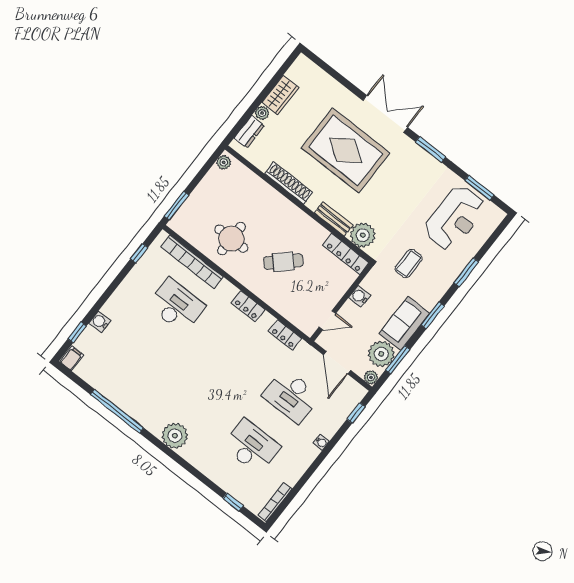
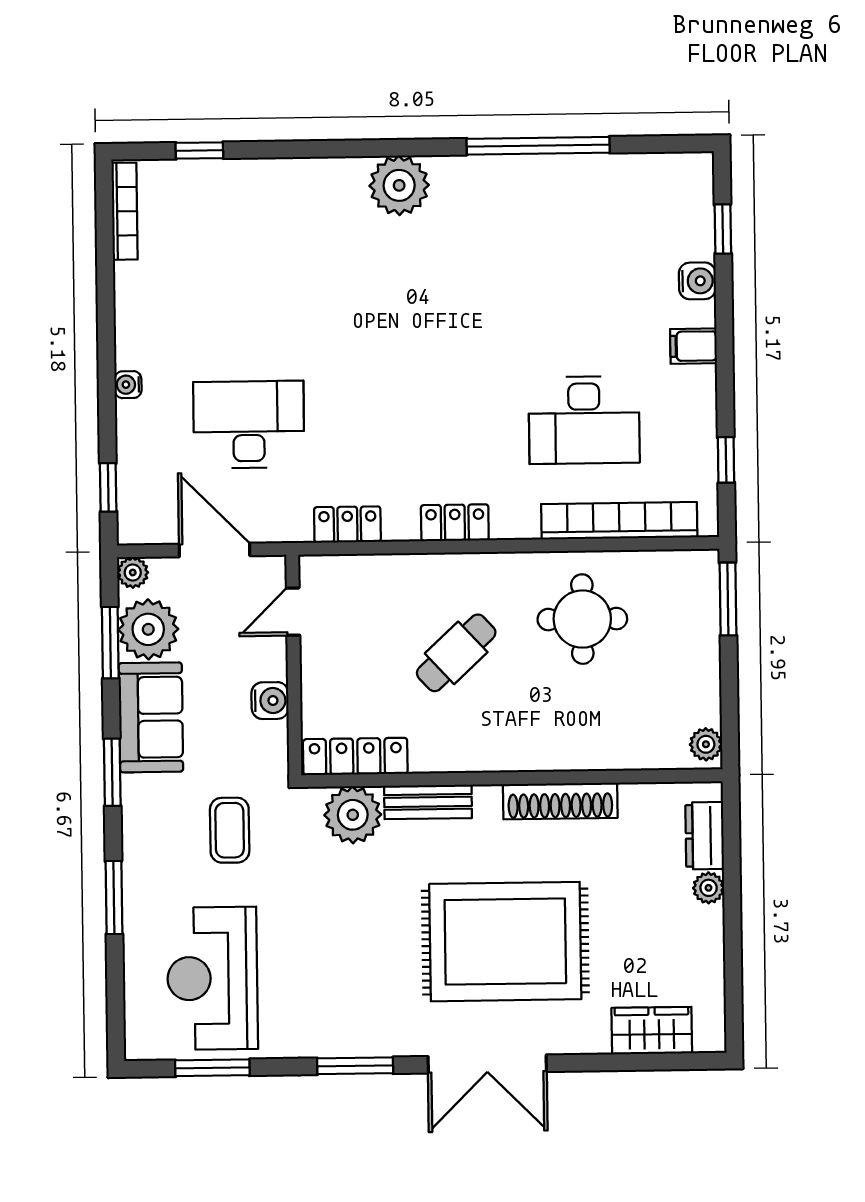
wardrobe: (280, 95) -> (652, 1031), moved, turned 90
filing cabinet: (72, 358) -> (693, 346), moved, turned 90
desk: (251, 446) -> (247, 277), removed

